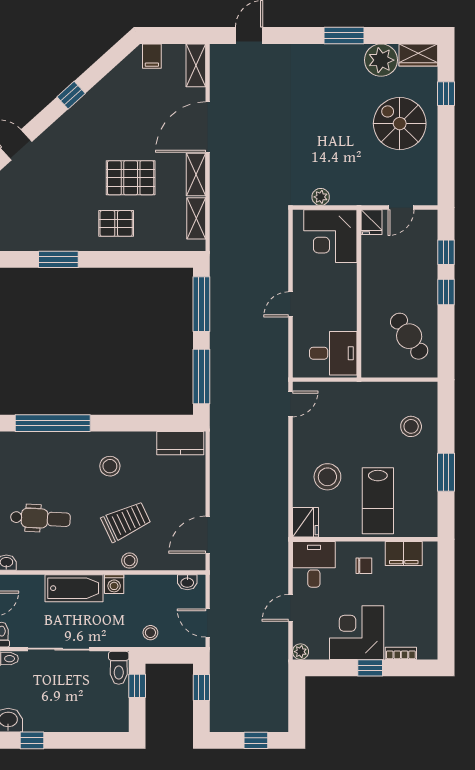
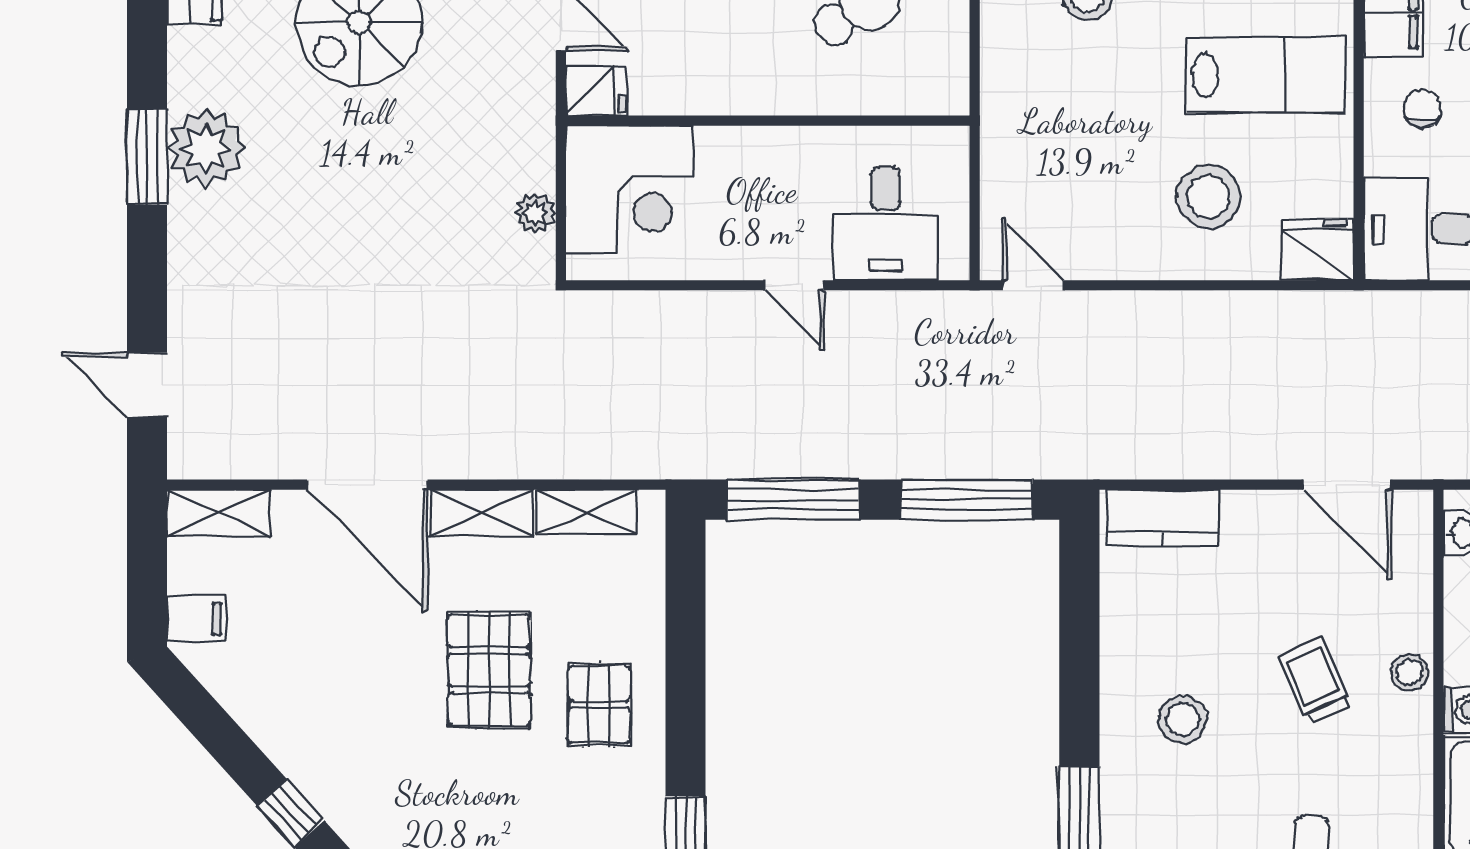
plant: (381, 60) -> (206, 148), moved
desk: (333, 353) -> (886, 224), moved, turned 180
kitchen counter: (180, 443) -> (1163, 518), moved, turned 90
trolley: (126, 521) -> (1315, 681), width x0.73, depth x0.72

